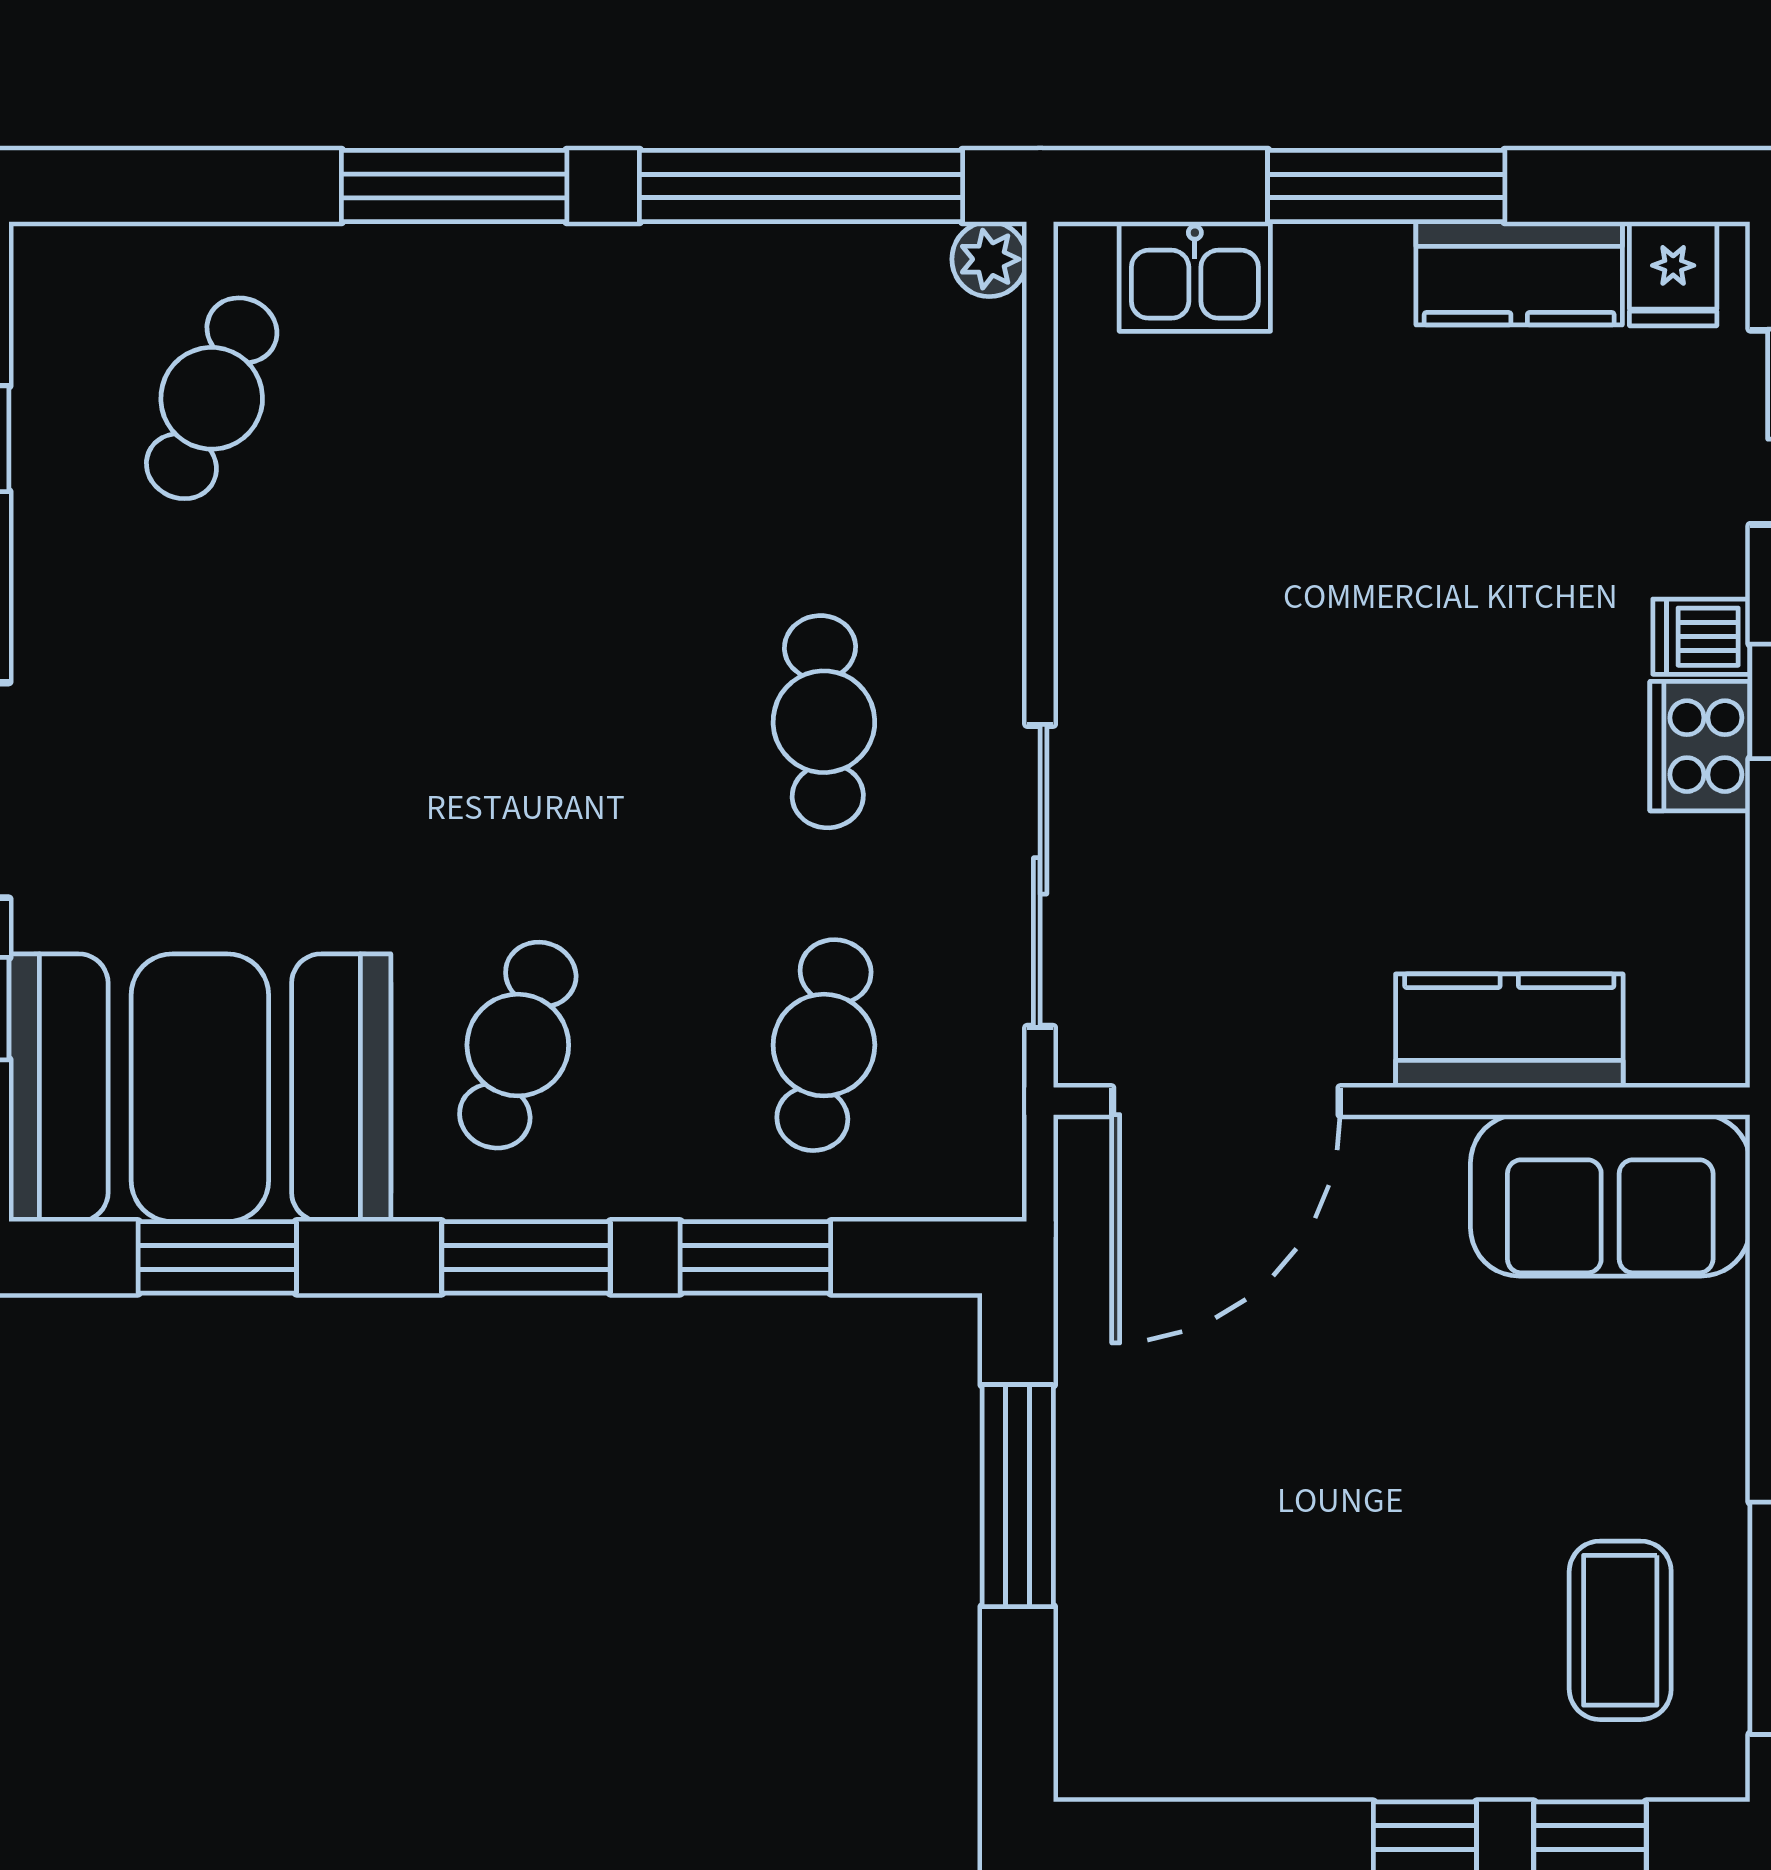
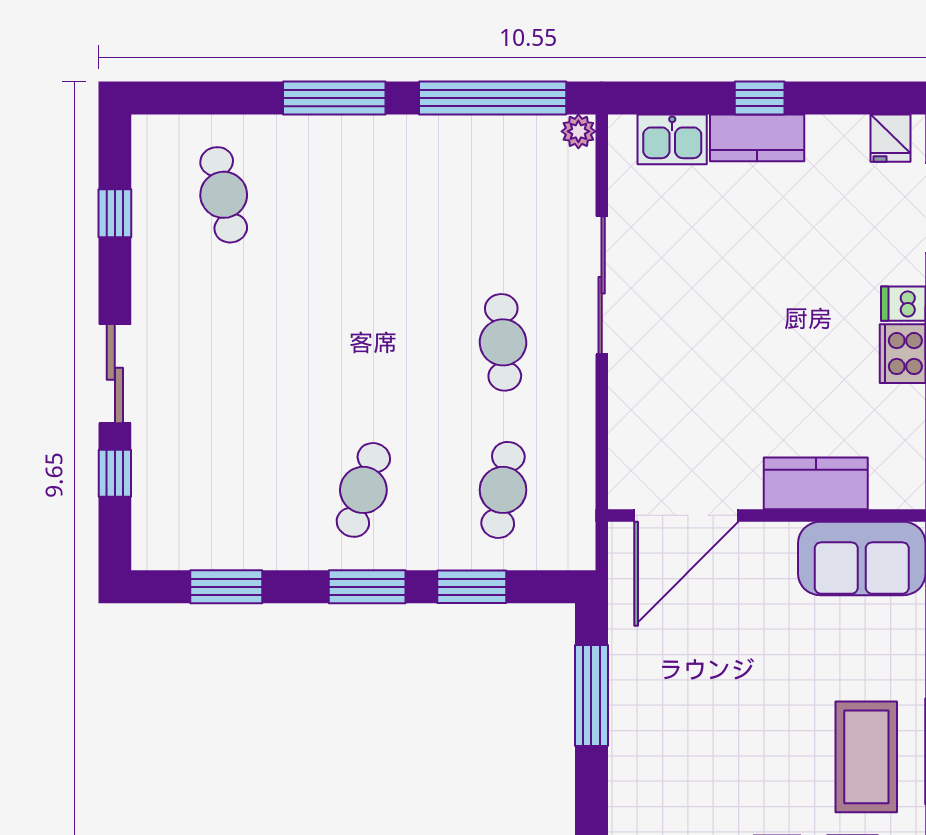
window: (1386, 186) -> (760, 98), width x0.46
kitchen counter: (1519, 273) -> (757, 138), moved
cafe table: (212, 398) -> (224, 195), turned -36
sliding door: (1040, 876) -> (602, 285), moved
booth: (200, 1088) -> (218, 509), removed
coffee table: (1620, 1630) -> (866, 757), width x1.36, depth x1.32

